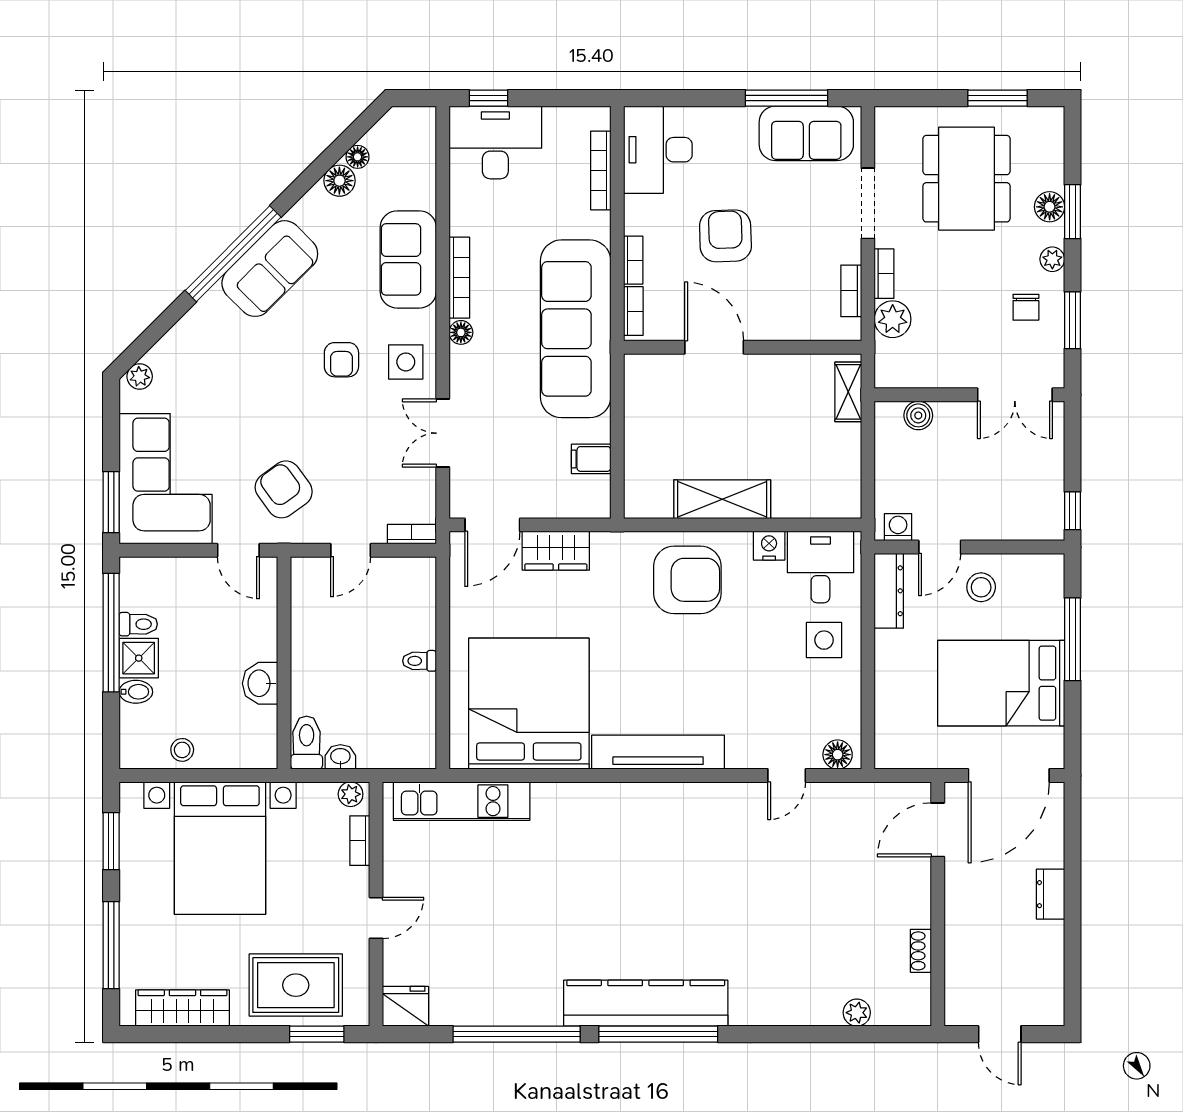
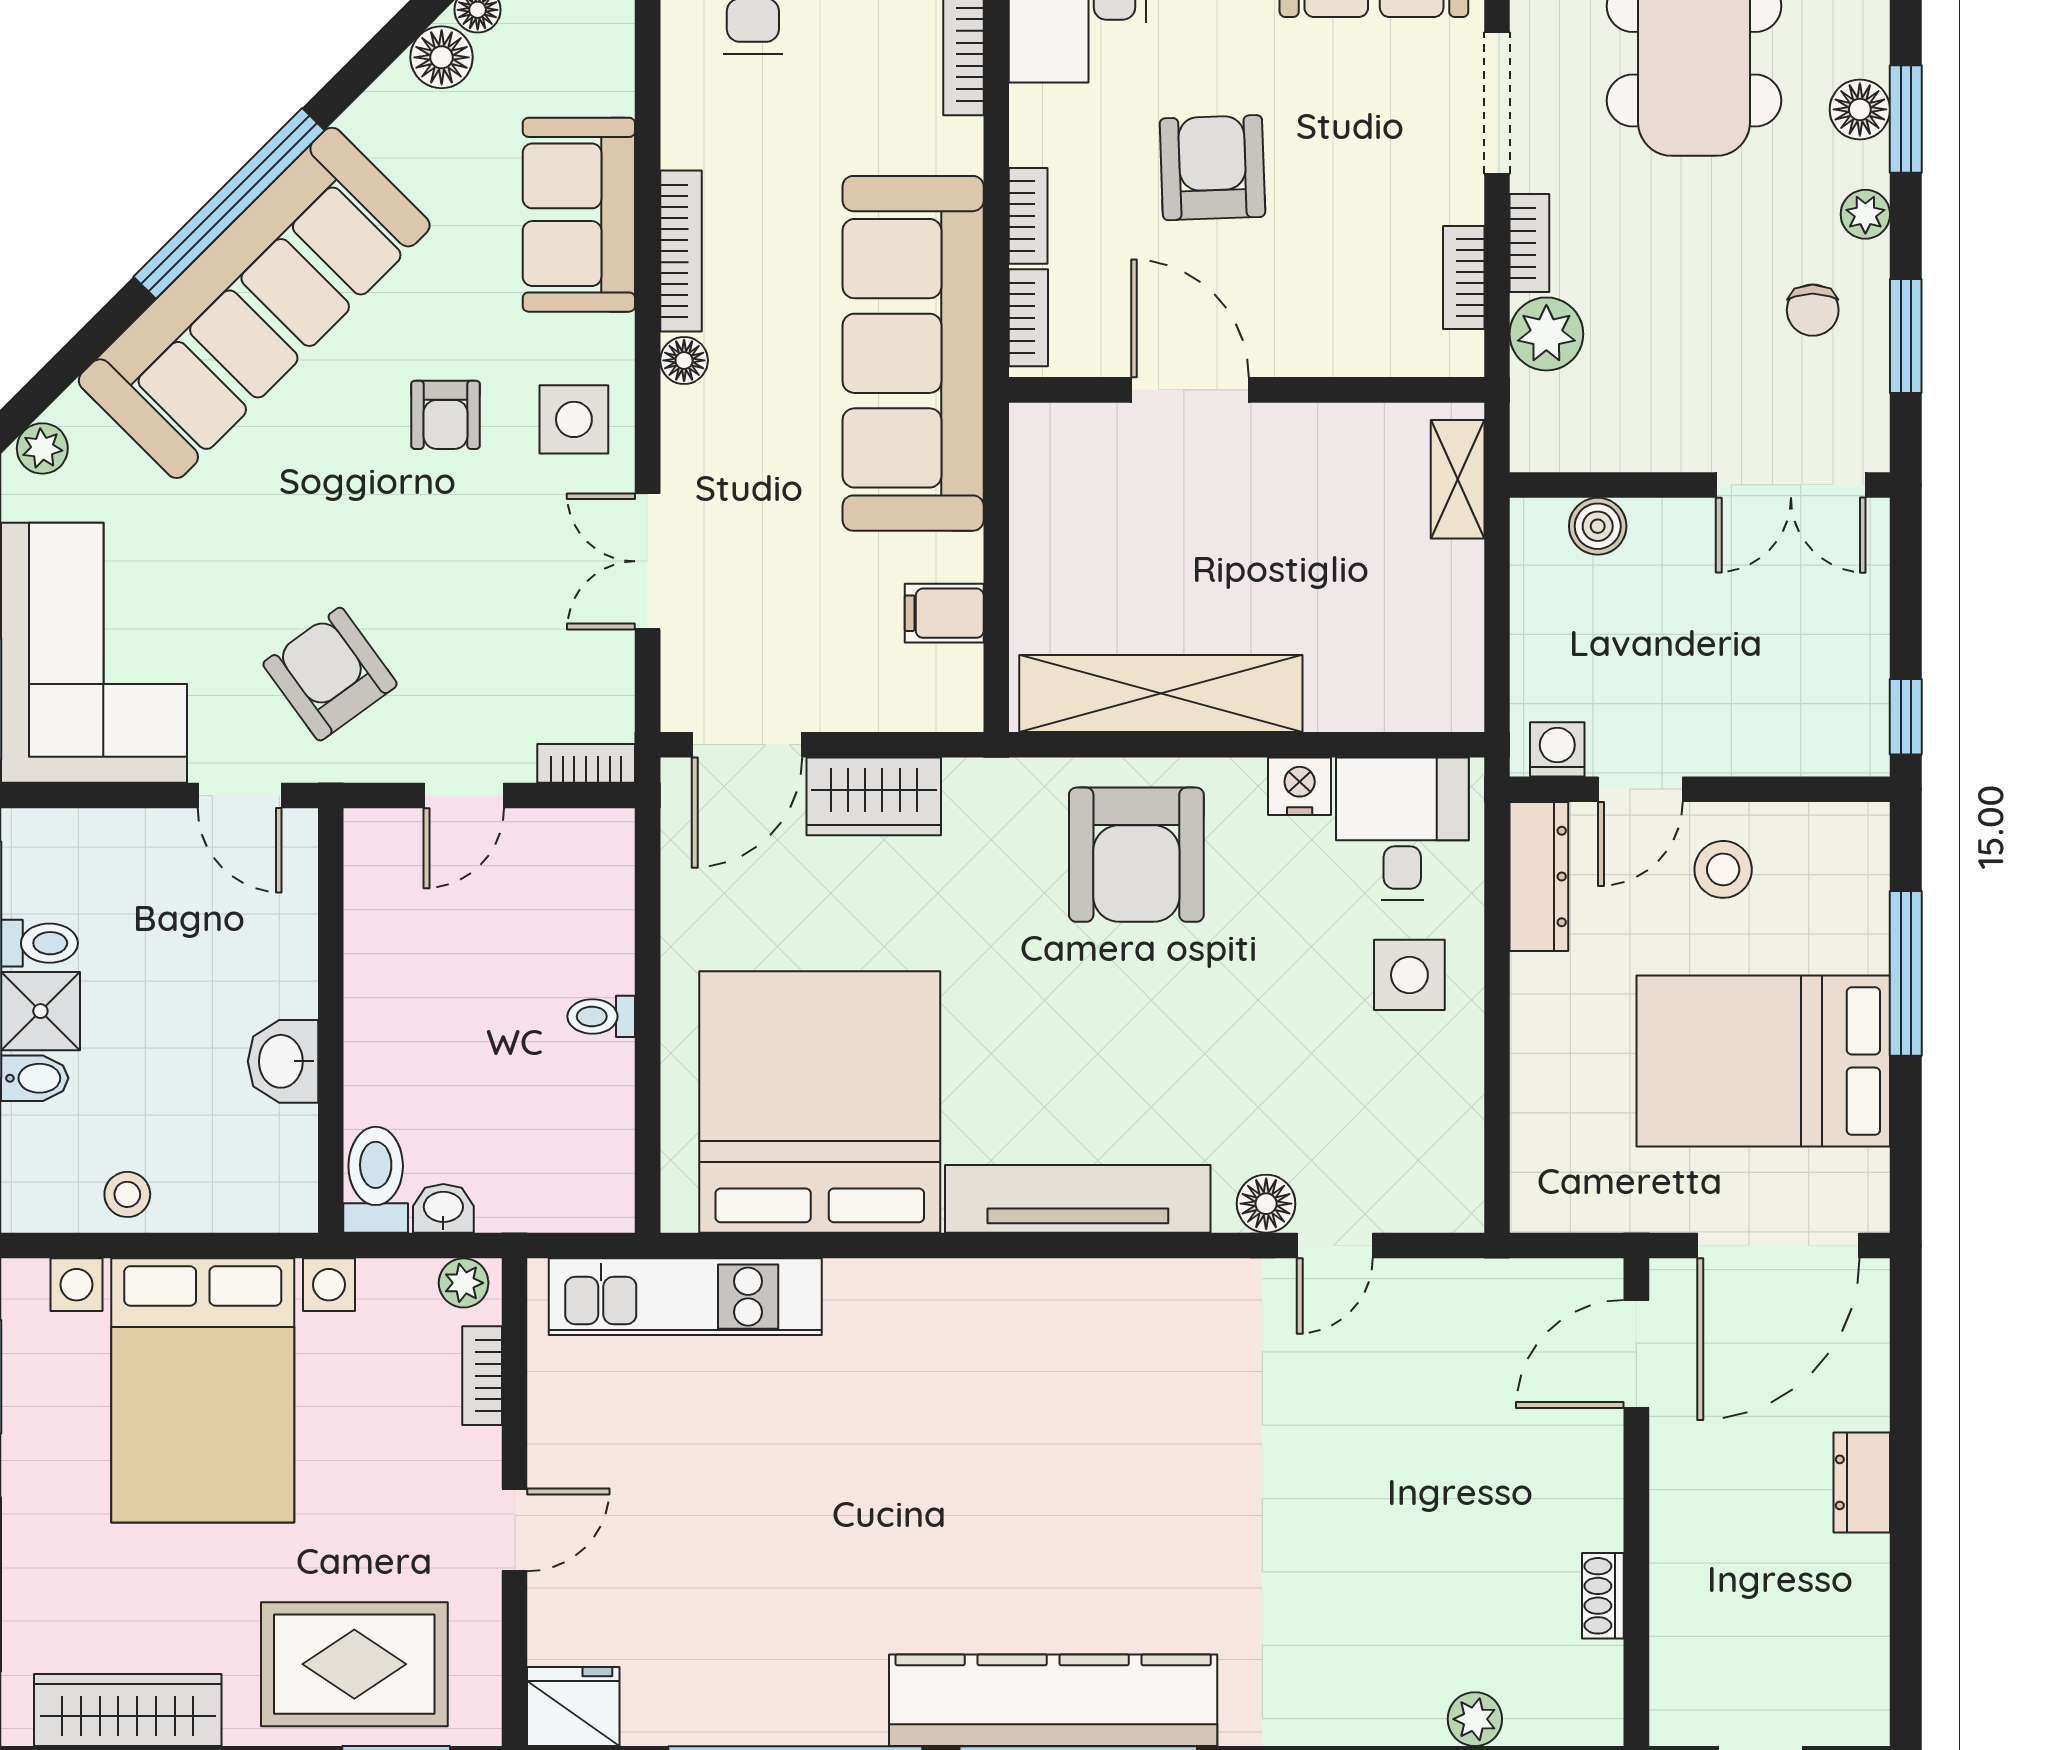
sofa: (270, 269) -> (254, 303), width x1.85, depth x1.27
shelving: (722, 499) -> (1161, 694), width x1.47
armchair: (687, 580) -> (1136, 855), turned 90
floor lamp: (838, 755) -> (1266, 1204), moved

